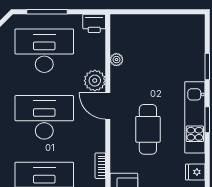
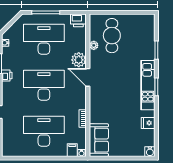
cafe table: (148, 129) -> (112, 36), moved

